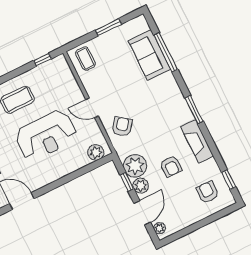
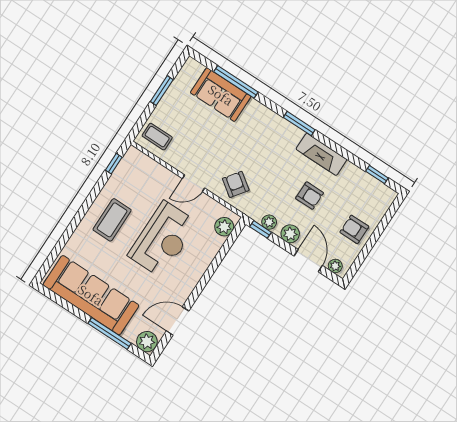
plant: (135, 166) -> (269, 222), width x0.53, depth x0.53
window: (127, 182) -> (261, 229), moved
armchair: (207, 192) -> (354, 229), moved

